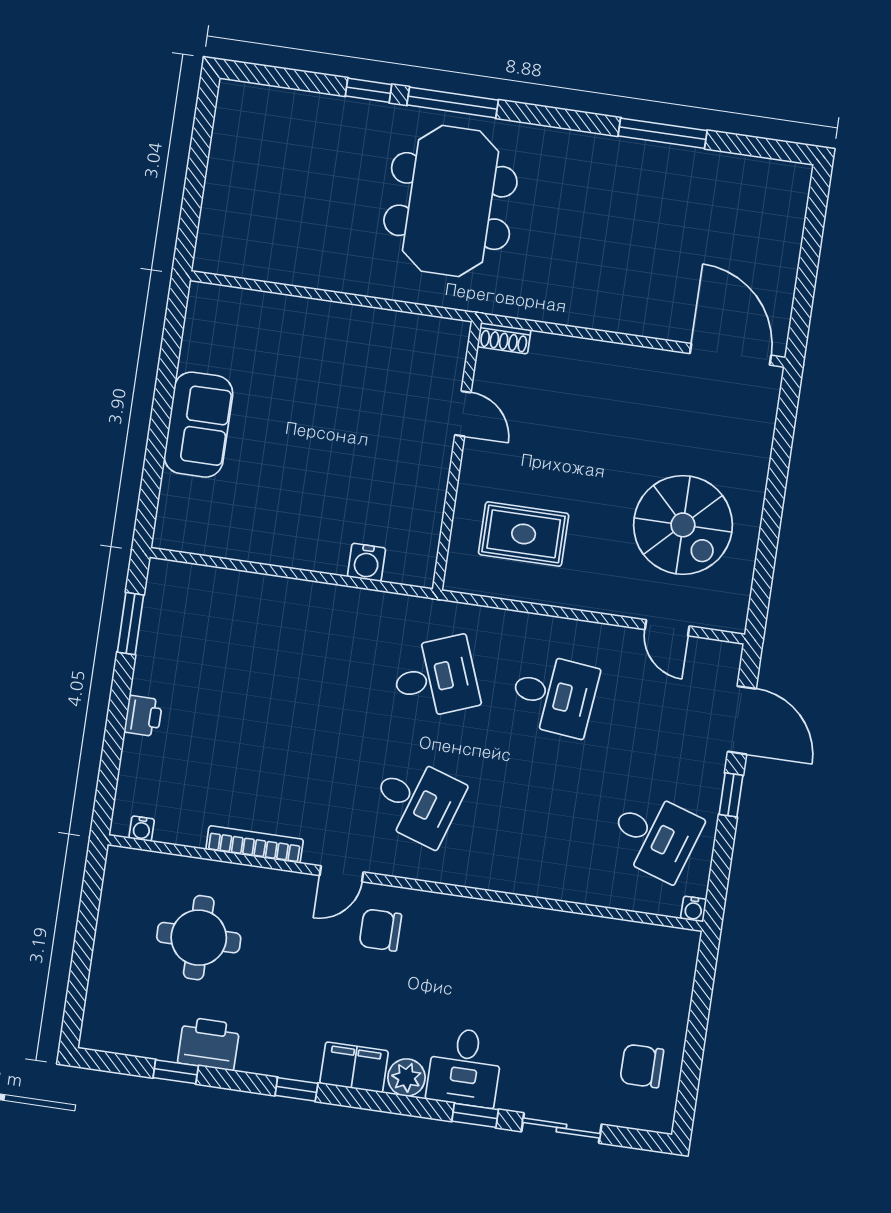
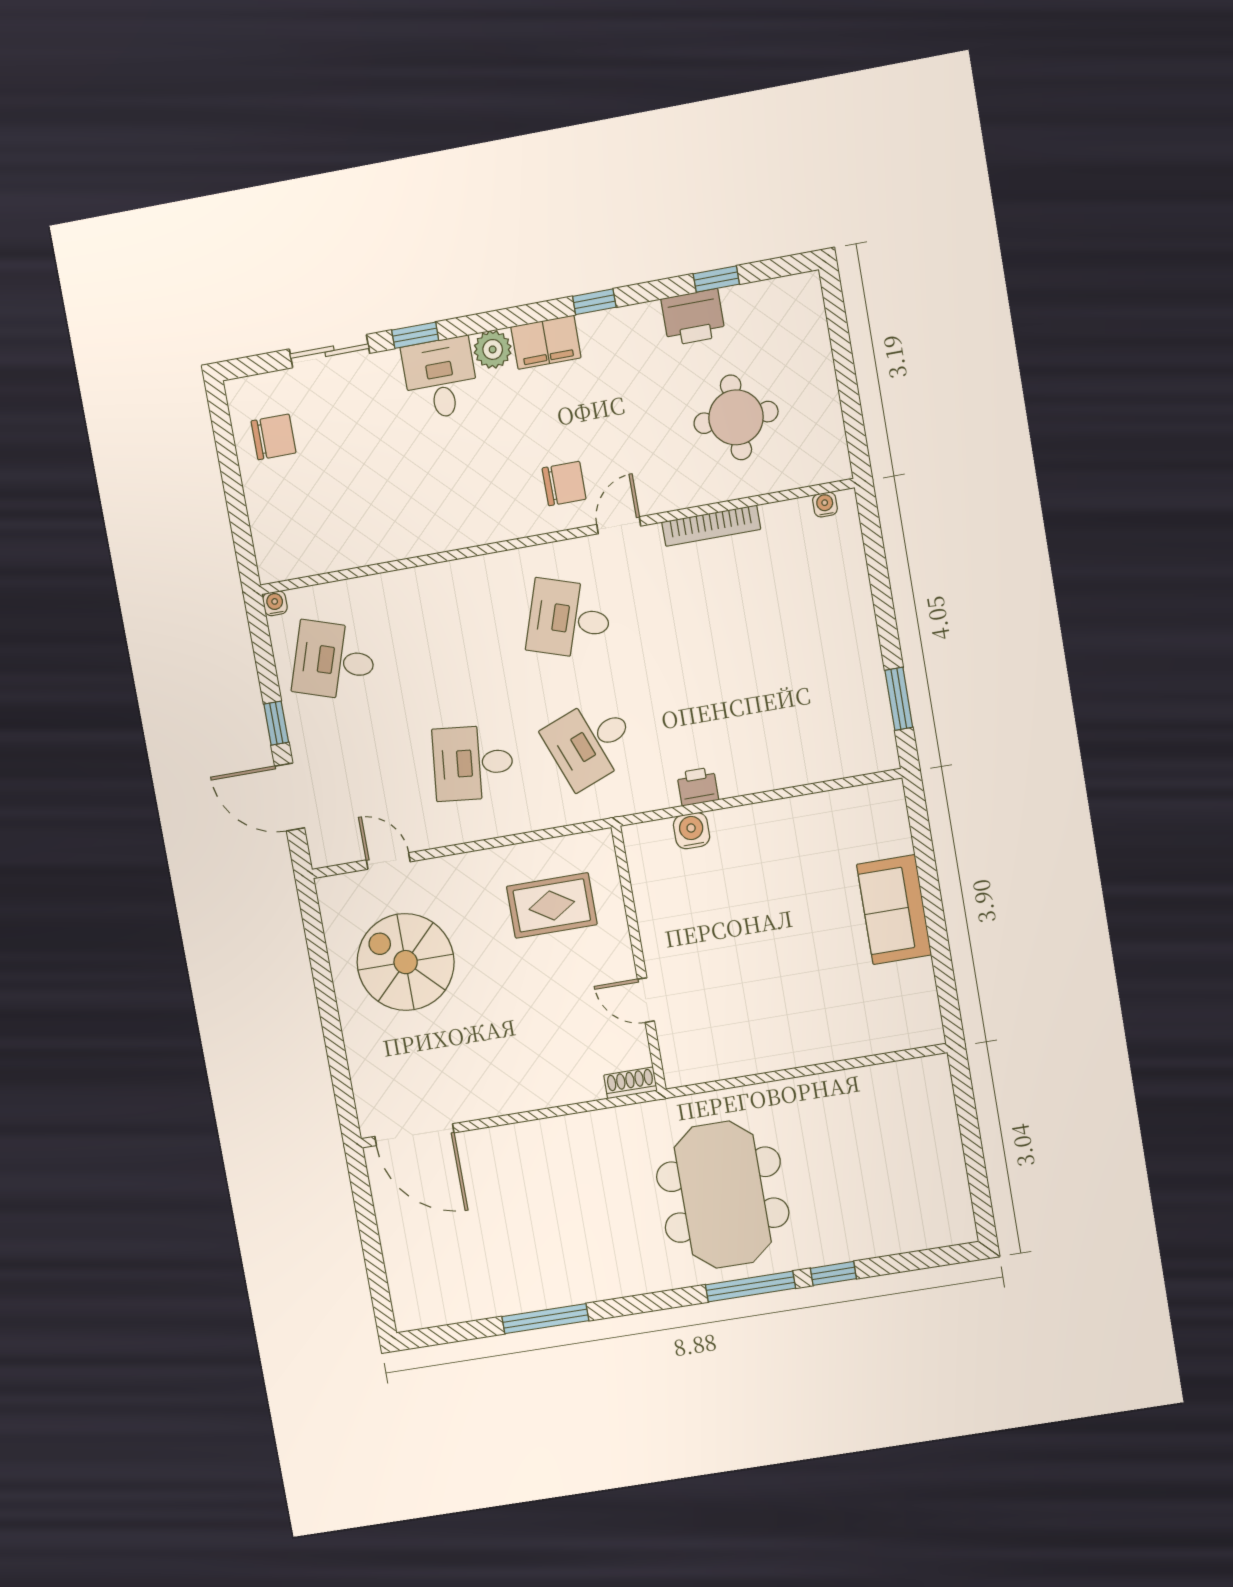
printer: (143, 716) -> (698, 786), moved, turned 90

